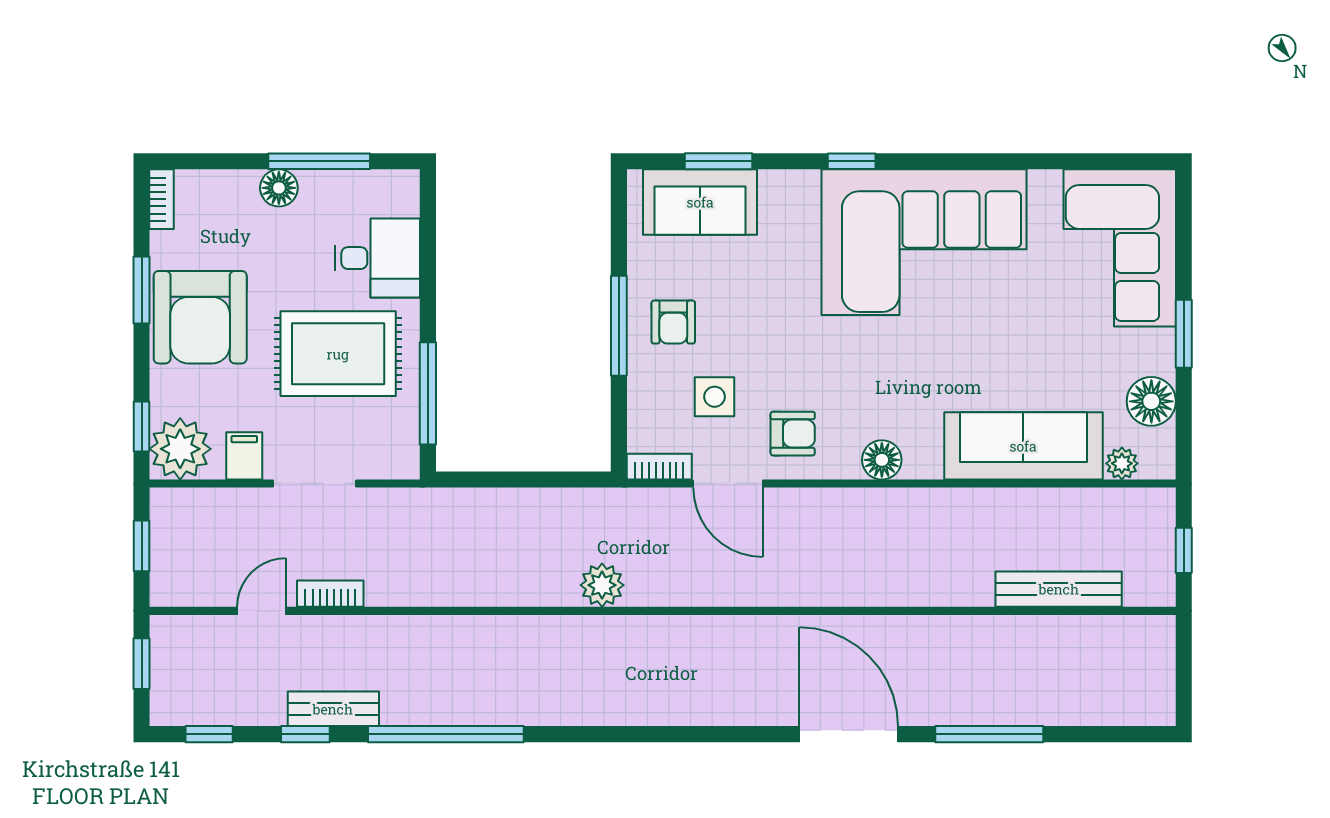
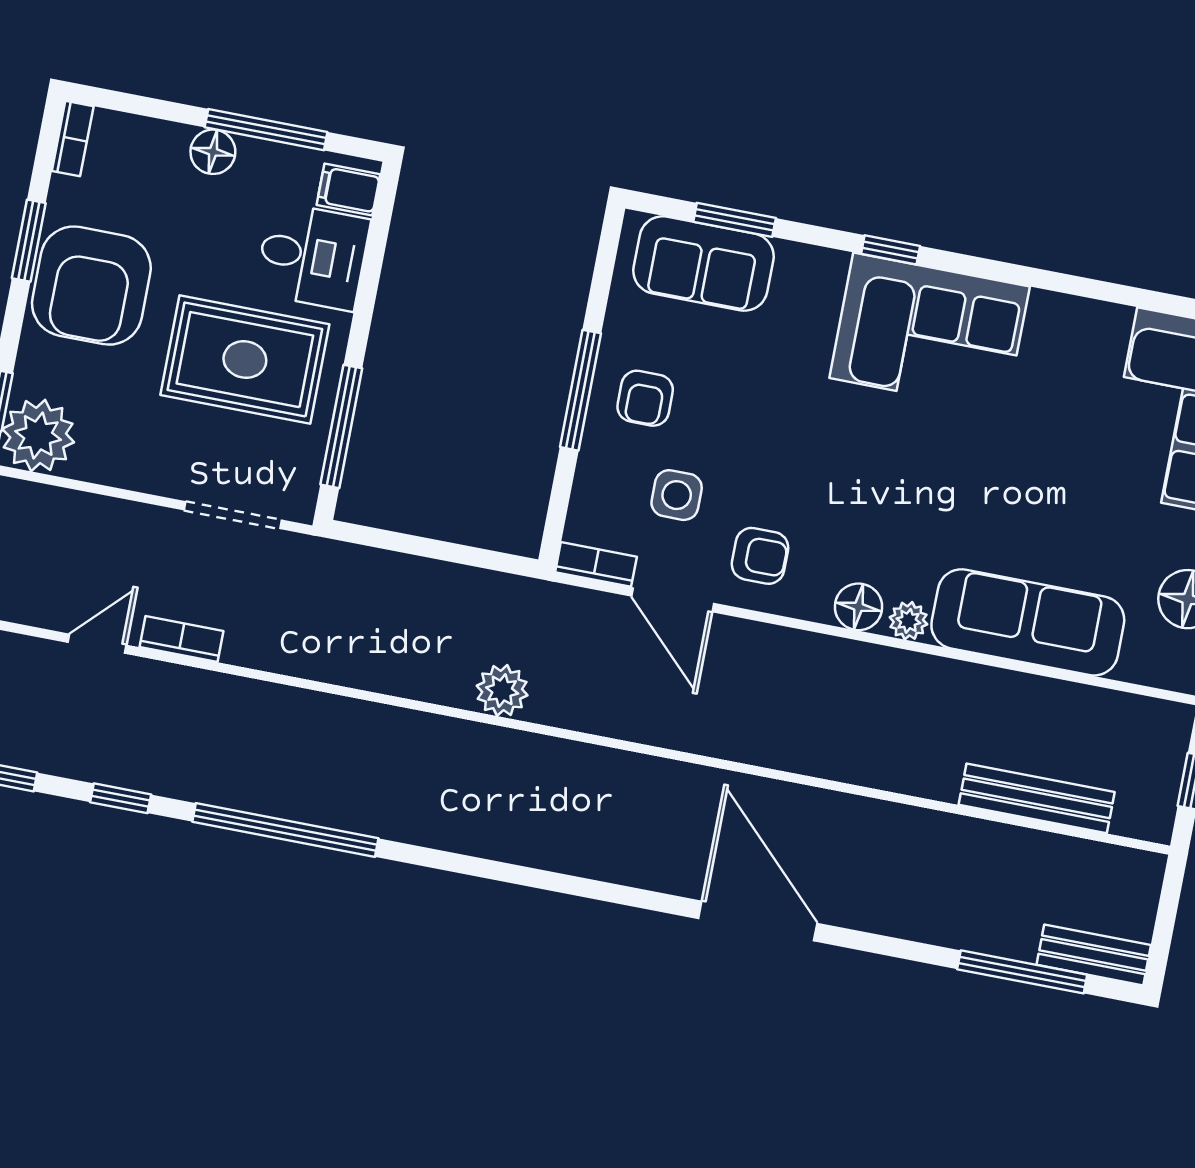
corner sofa: (924, 242) -> (930, 332), width x0.73, depth x0.74
filing cabinet: (244, 456) -> (348, 190), moved, turned -90
plant: (1122, 463) -> (908, 621), moved
doorway: (315, 483) -> (233, 515), moved
bench: (333, 709) -> (1094, 955), moved
window: (989, 734) -> (1022, 972), moved

